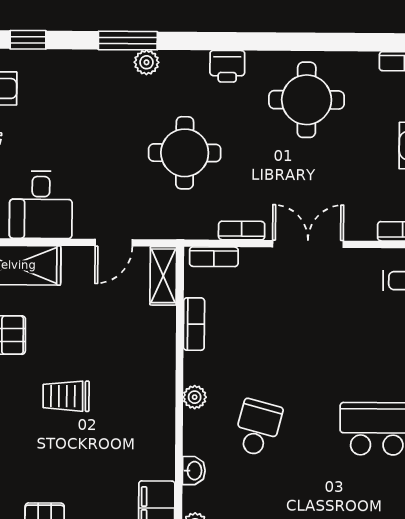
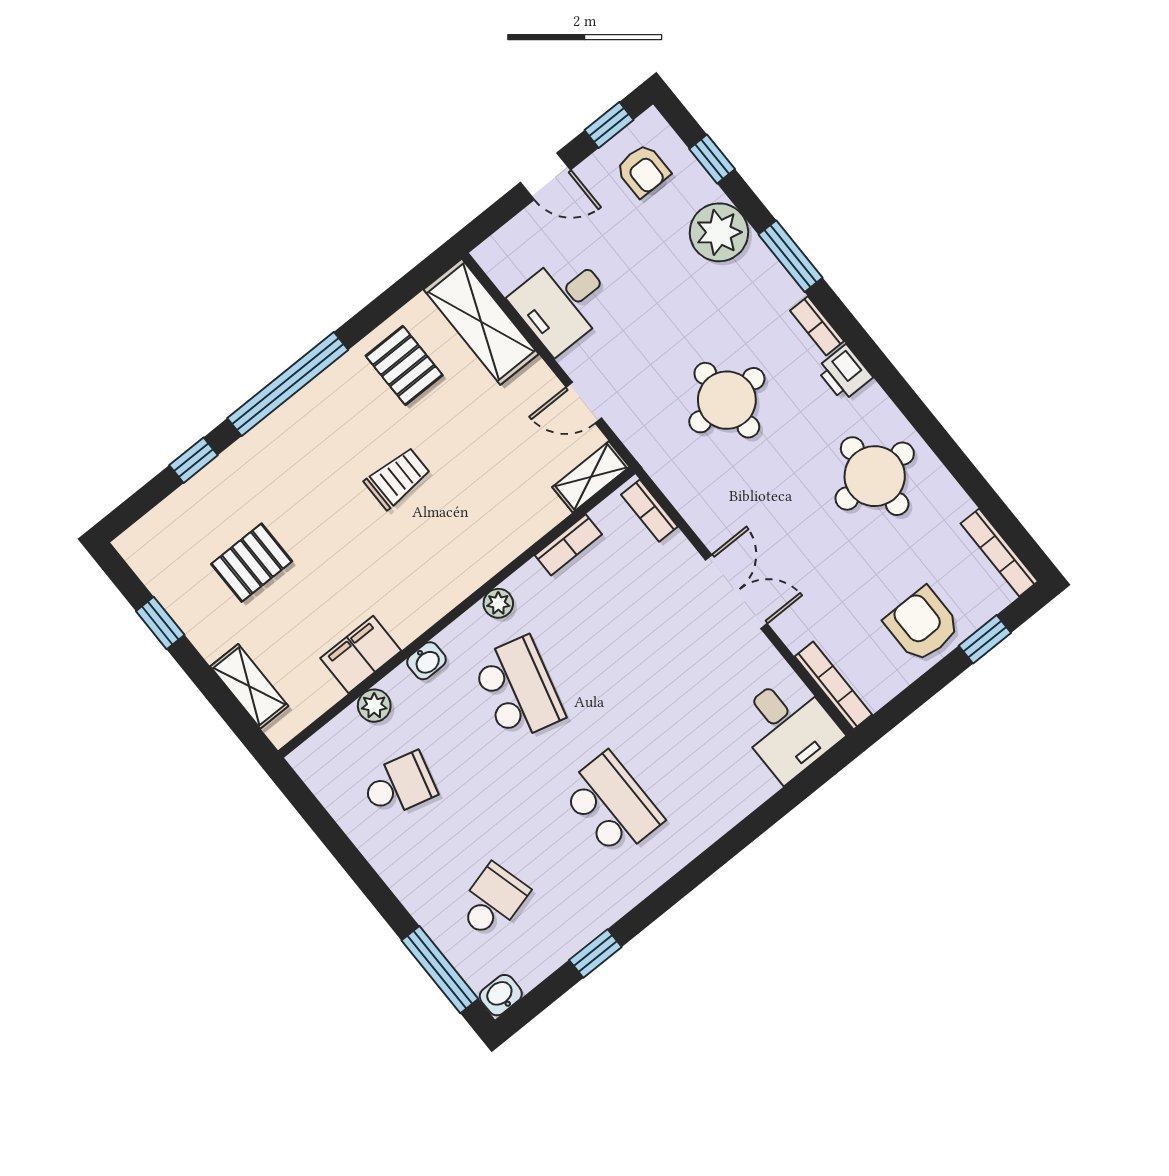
plant: (146, 62) -> (719, 232), moved, width x1.88, depth x1.88
bookcase: (242, 231) -> (817, 326), moved, turned 180
trolley: (66, 396) -> (397, 478), turned 90
school desk: (258, 428) -> (518, 689), width x1.85

